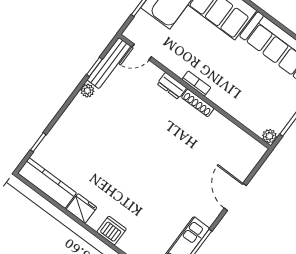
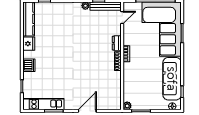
door: (142, 52) -> (122, 17), swing flipped

